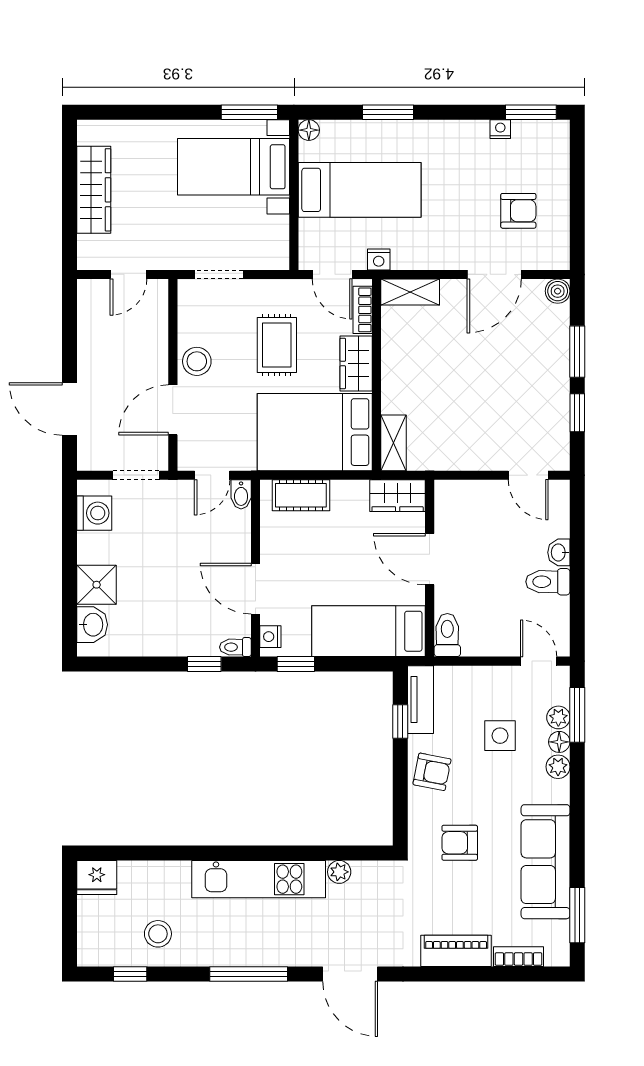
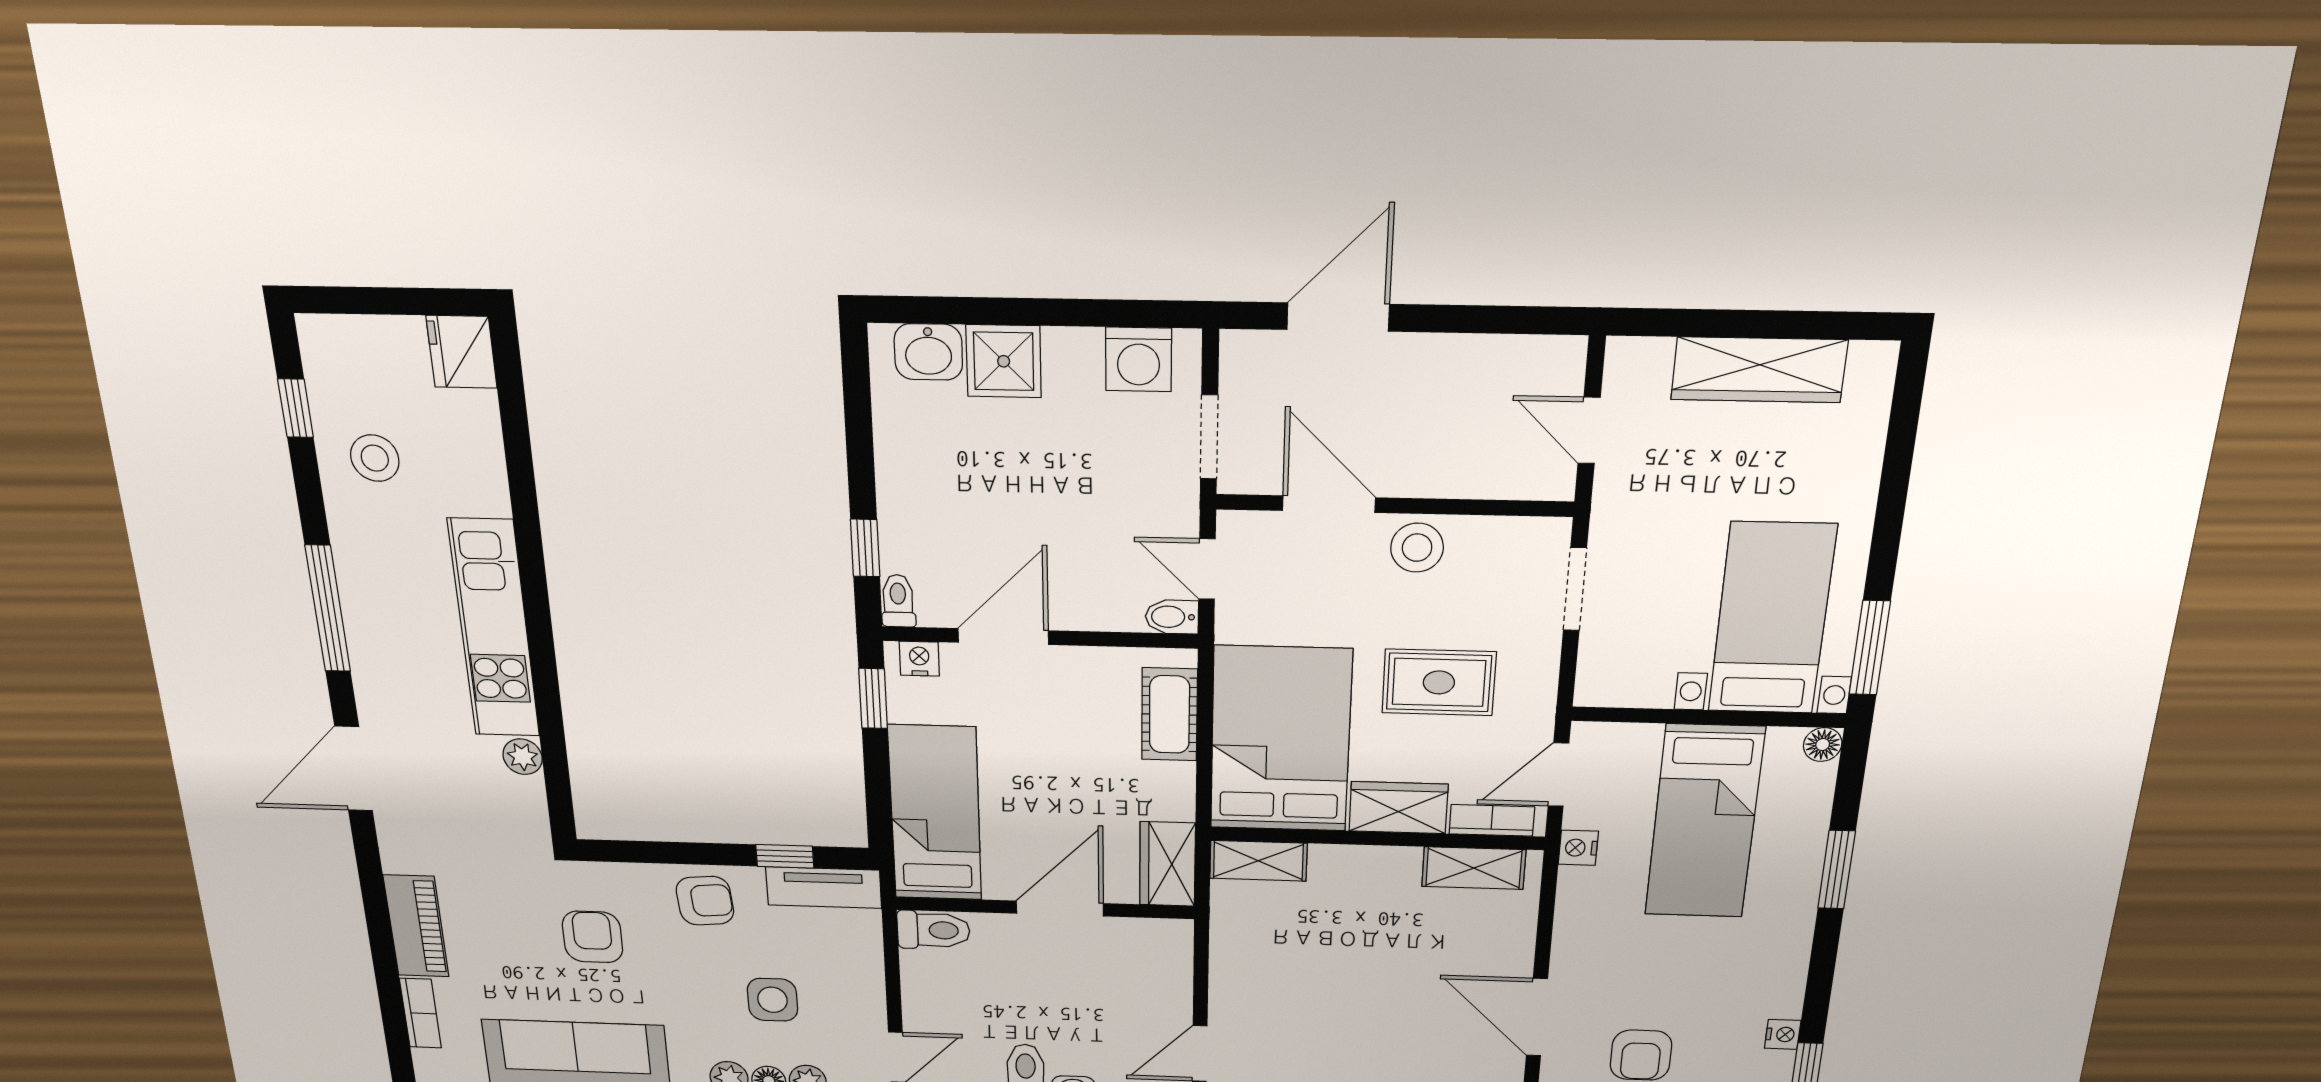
shelving: (410, 292) -> (1474, 868), moved, turned 90
armchair: (432, 772) -> (705, 901), turned -106

